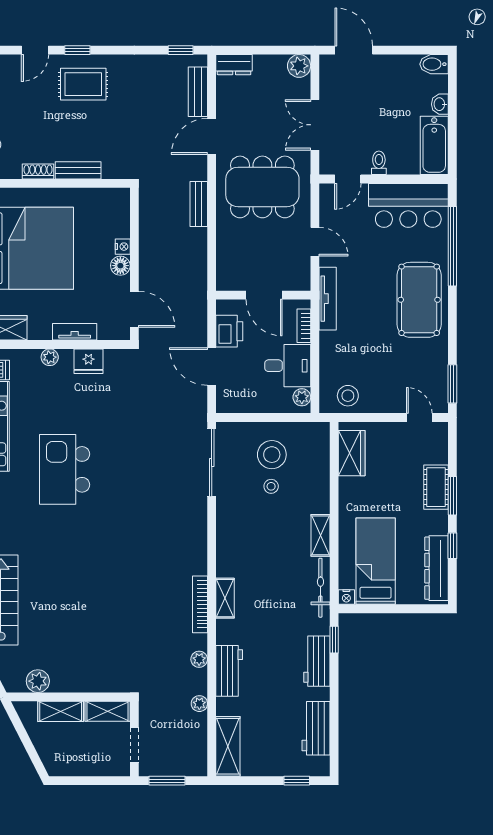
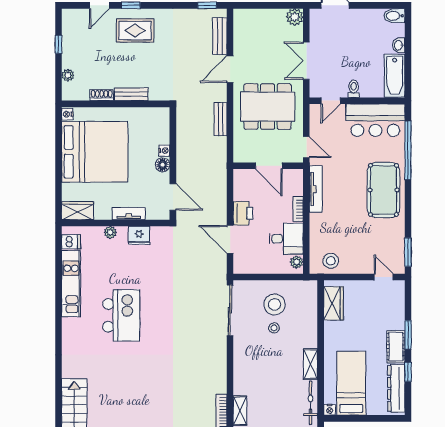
dresser: (234, 65) -> (247, 16), removed
wall: (263, 295) -> (268, 166), moved
door: (264, 295) -> (269, 166), moved
kitchen island: (65, 469) -> (121, 315), turned 180
cot: (436, 487) -> (396, 347), moved

